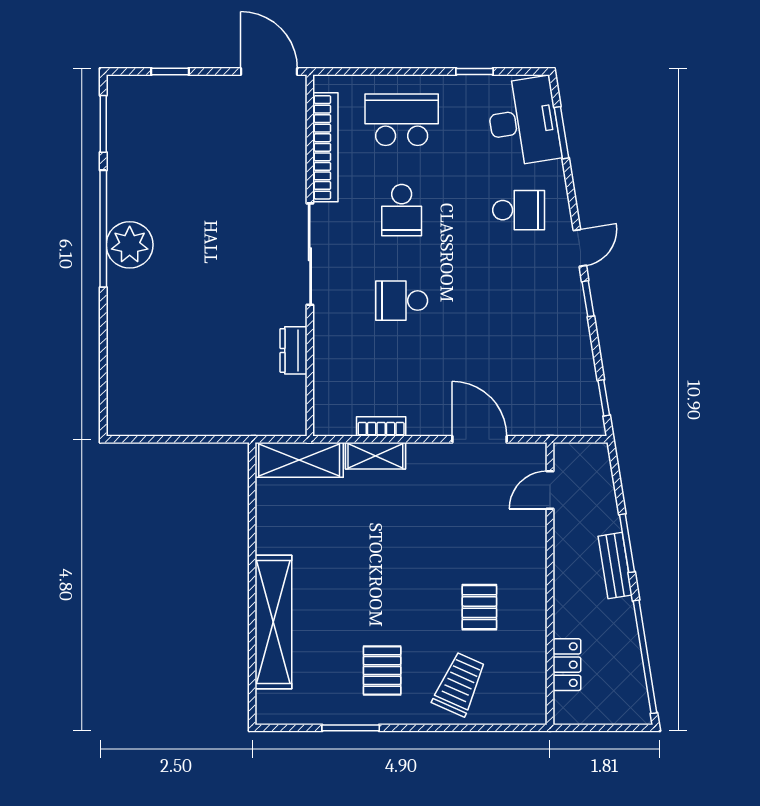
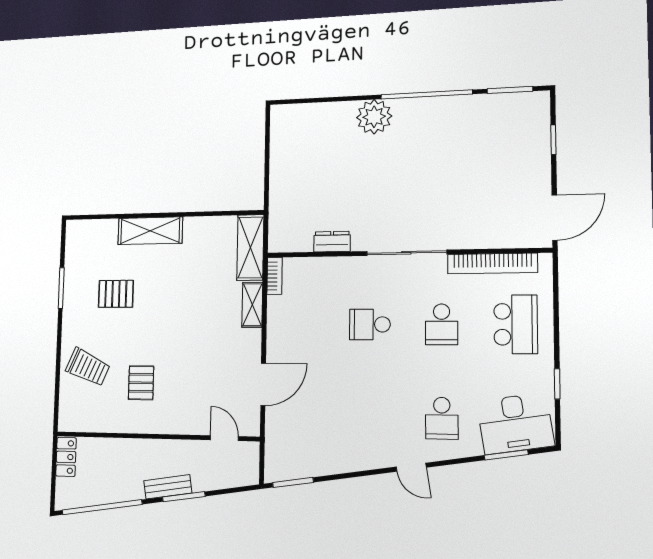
school desk: (402, 210) -> (442, 324), turned -90
plant: (130, 245) -> (374, 117), moved
window: (588, 299) -> (370, 472), removed
school desk: (402, 301) -> (370, 324), turned -90
window: (604, 398) -> (293, 482), width x1.50
bookcase: (381, 426) -> (275, 276), moved
pallet: (479, 607) -> (141, 383), turned 90
shelving: (273, 622) -> (150, 231), width x0.68
locker: (567, 665) -> (66, 457), moved, turned -90
pallet: (382, 670) -> (116, 294), moved

